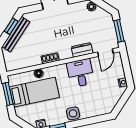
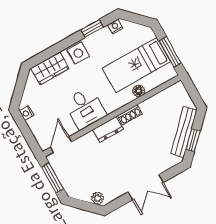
dresser: (82, 50) -> (108, 130), moved
wardrobe: (96, 109) -> (50, 68), added

